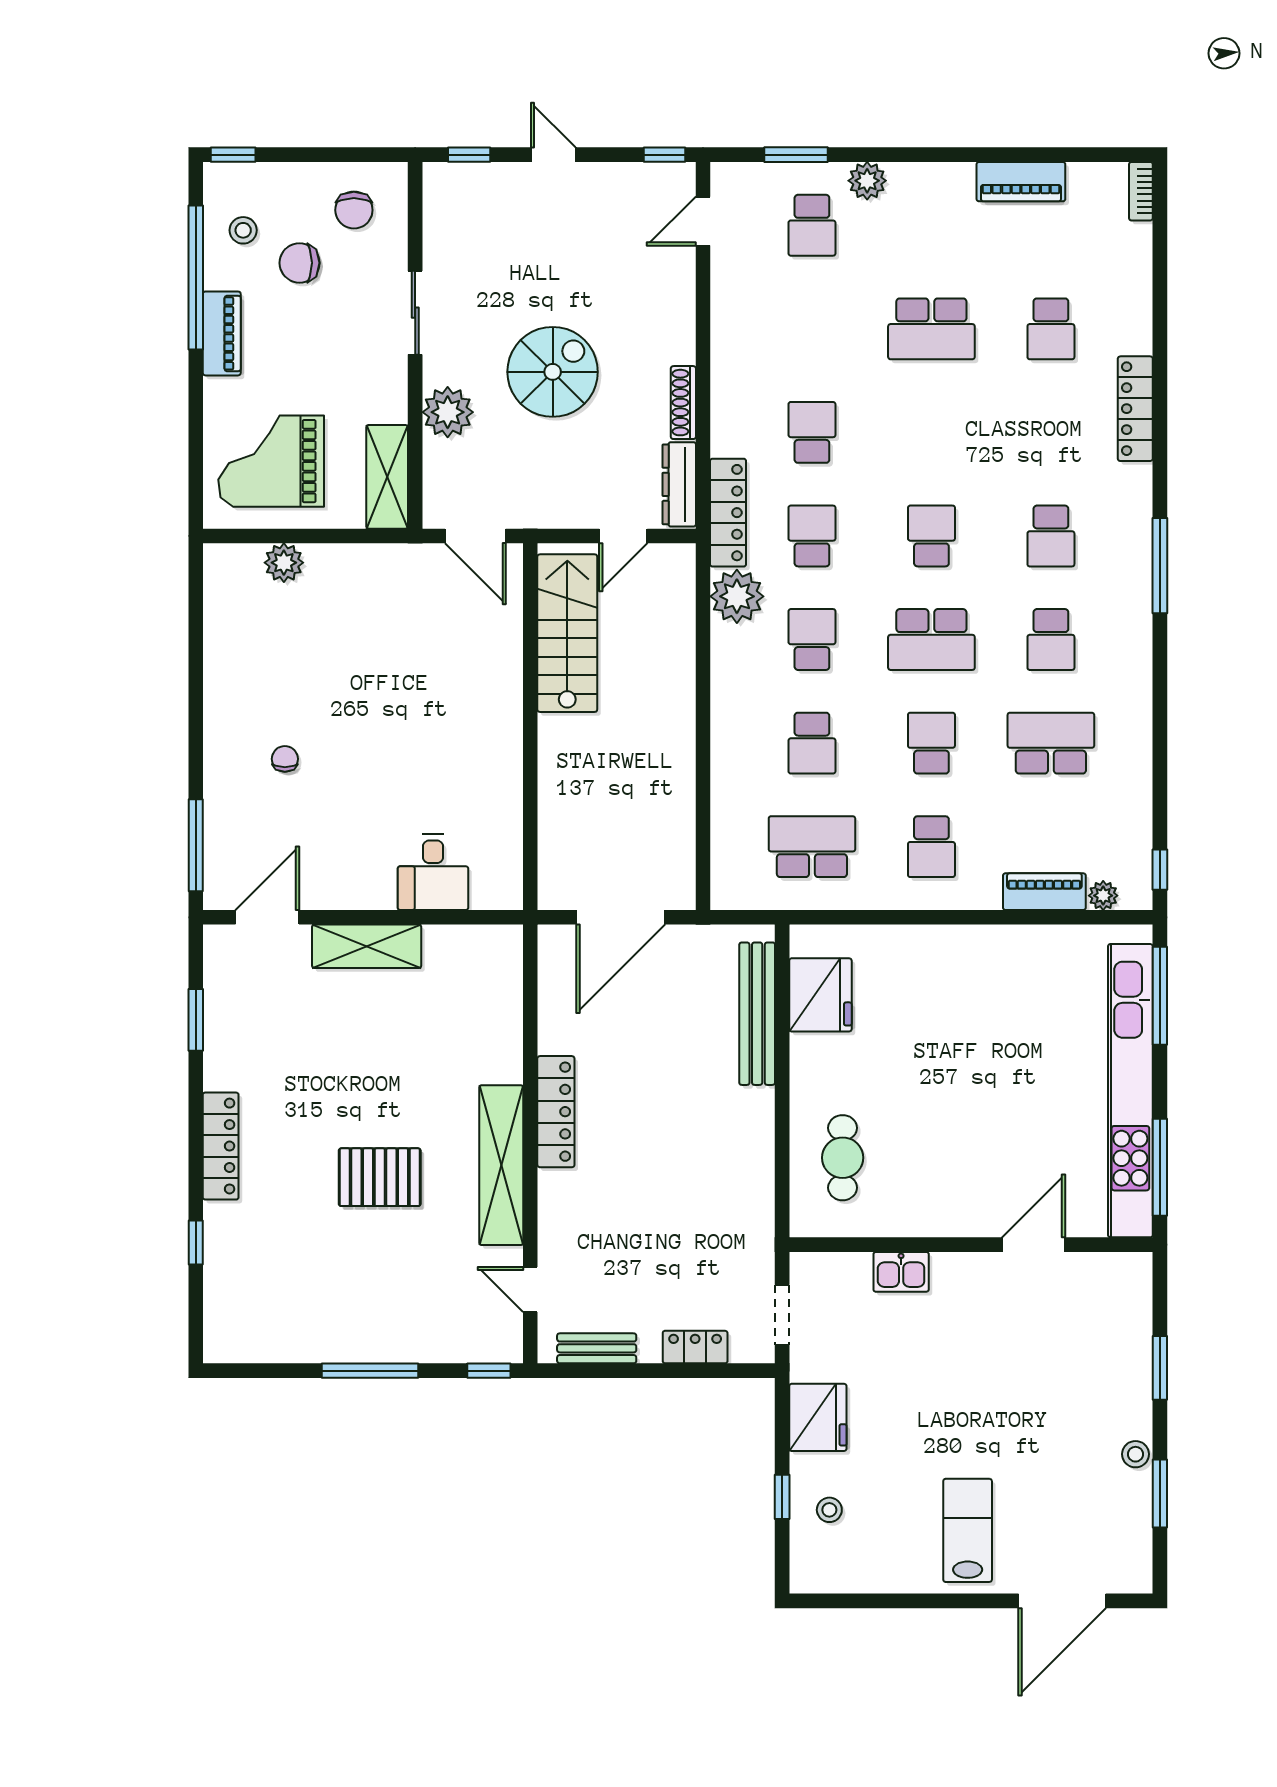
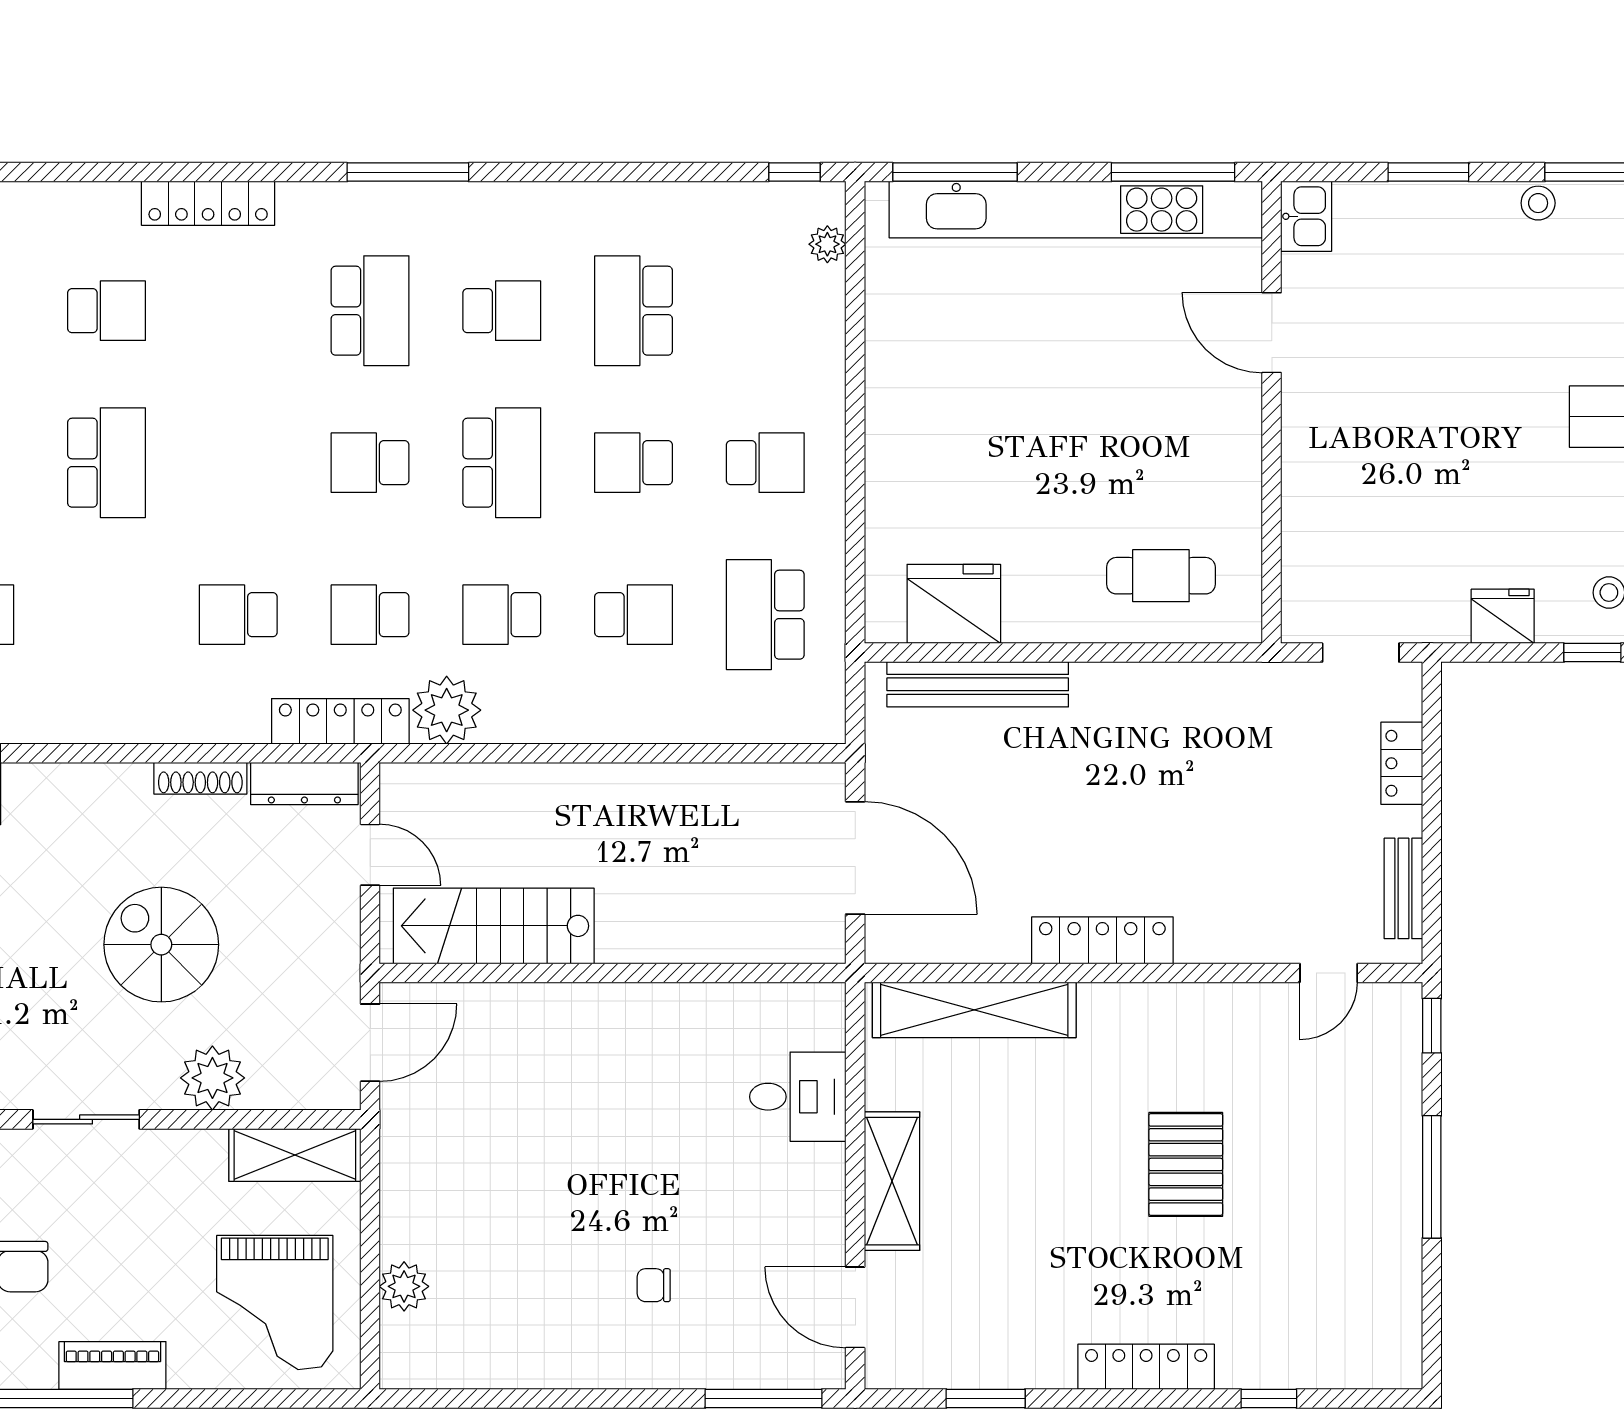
school desk: (1051, 536) -> (370, 311), width x1.85
piano: (1044, 892) -> (822, 319), removed
shelving: (501, 1165) -> (974, 1010), moved
kitchen sink: (901, 1272) -> (1306, 216), moved
fridge: (818, 1417) -> (1503, 616), width x0.73, depth x0.75

